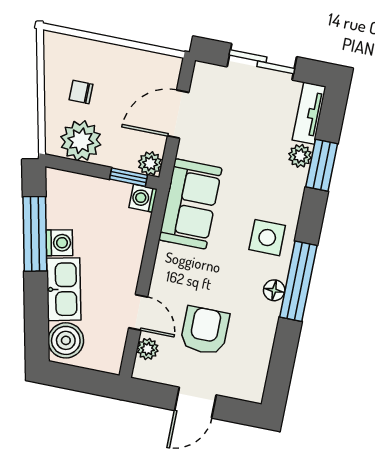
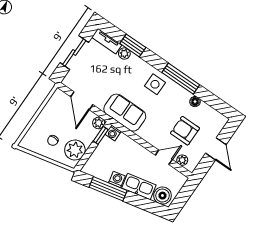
floor lamp: (274, 290) -> (195, 102), moved

